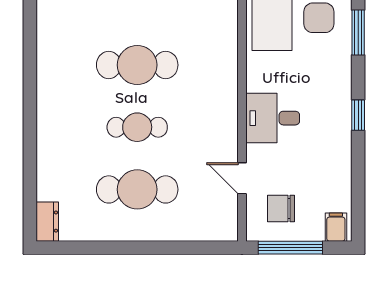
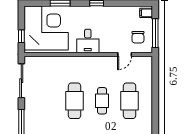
desk: (273, 118) -> (88, 41), moved

